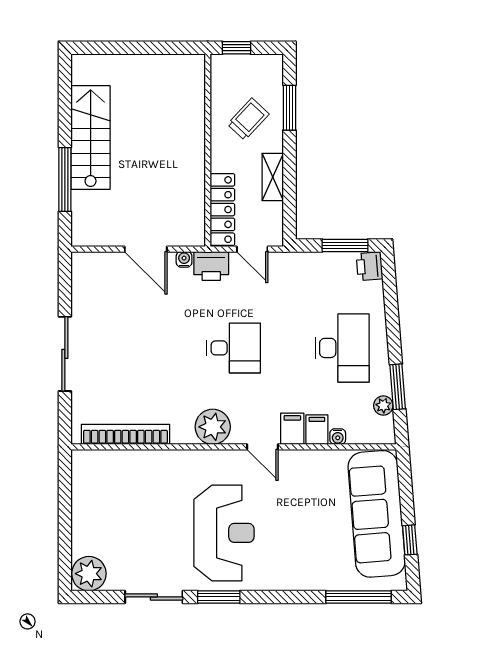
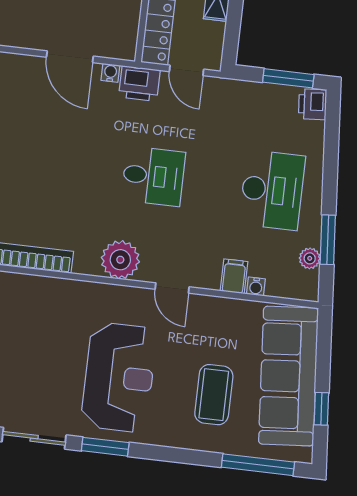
filing cabinet: (292, 429) -> (207, 272), removed
coffee table: (311, 539) -> (214, 395), added

